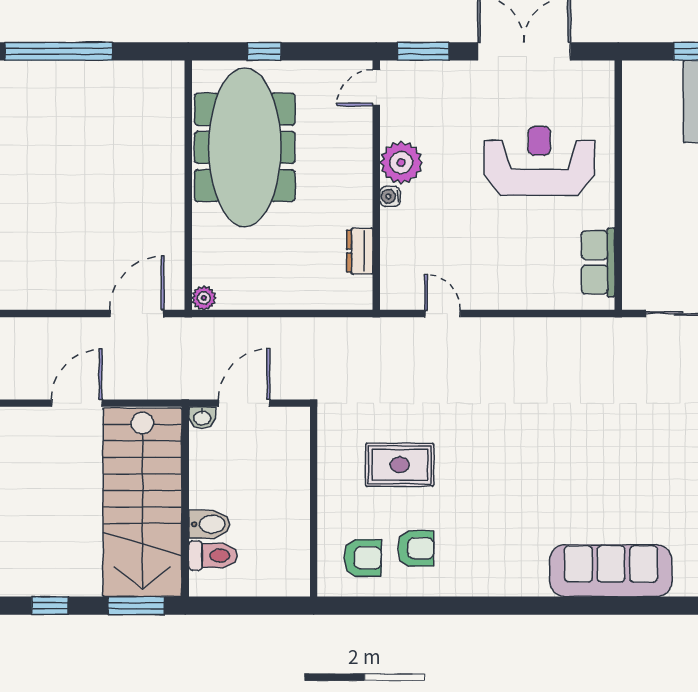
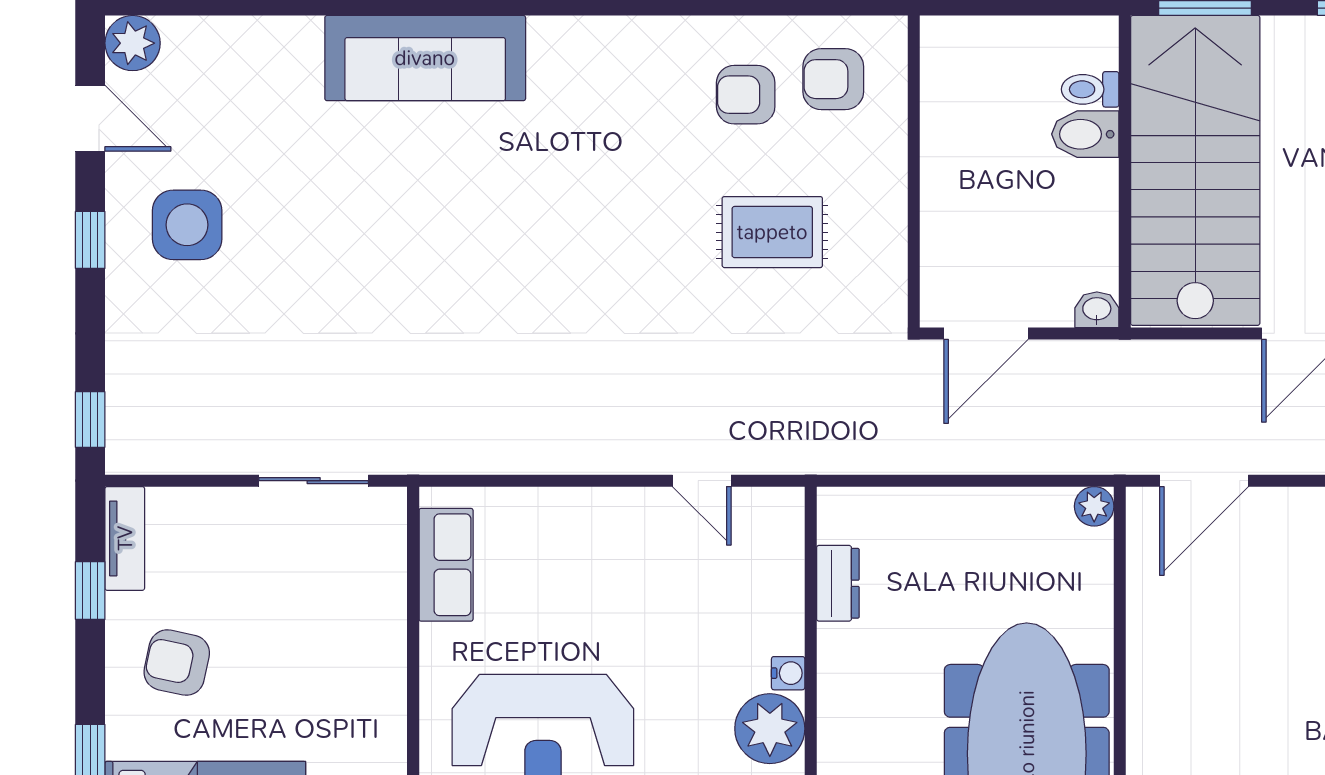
door: (244, 403) -> (986, 333), moved
toilet: (213, 556) -> (1090, 89), width x0.73, depth x0.72

